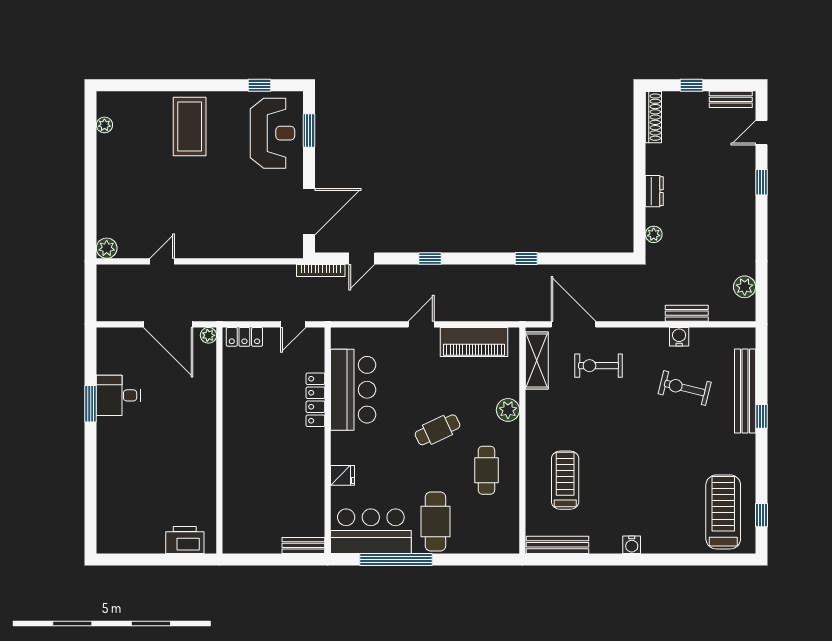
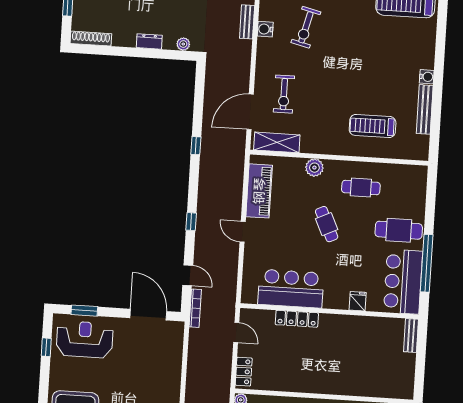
bench: (558, 545) -> (425, 109), moved

